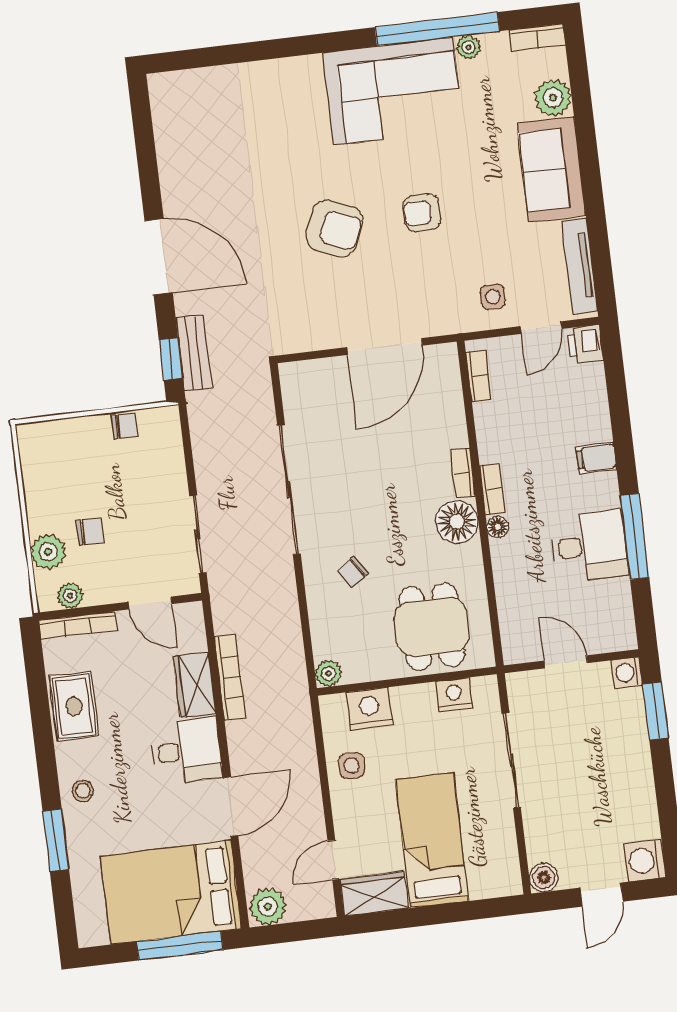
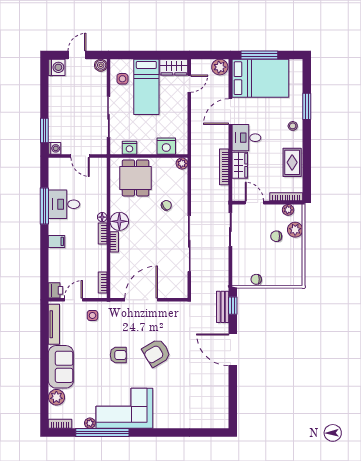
armchair: (334, 228) -> (156, 353), turned -54
side table: (352, 766) -> (122, 79), moved

